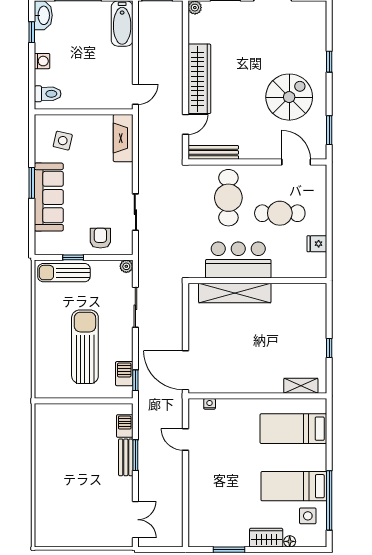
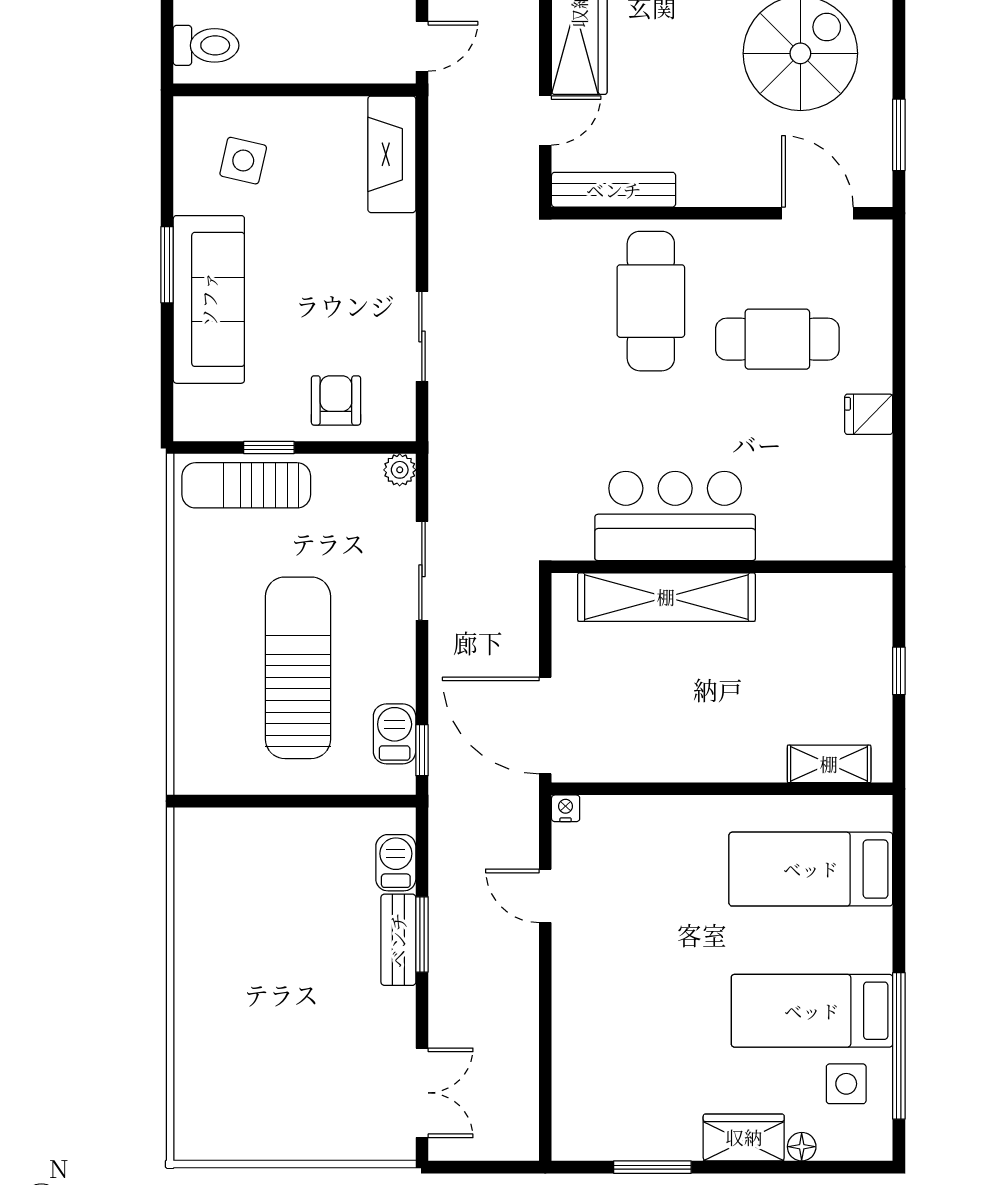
bar counter: (238, 260) -> (675, 516), moved
wall: (257, 281) -> (722, 567), moved
shelving: (235, 293) -> (666, 597), moved
nightstand: (210, 404) -> (566, 808), moved

